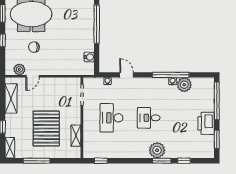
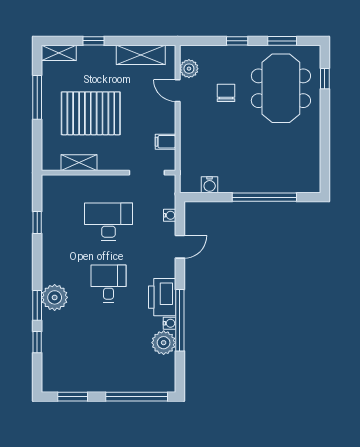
filing cabinet: (63, 84) -> (165, 142), added
printer: (206, 123) -> (162, 297), moved, turned -90
window: (101, 161) -> (37, 223), moved

